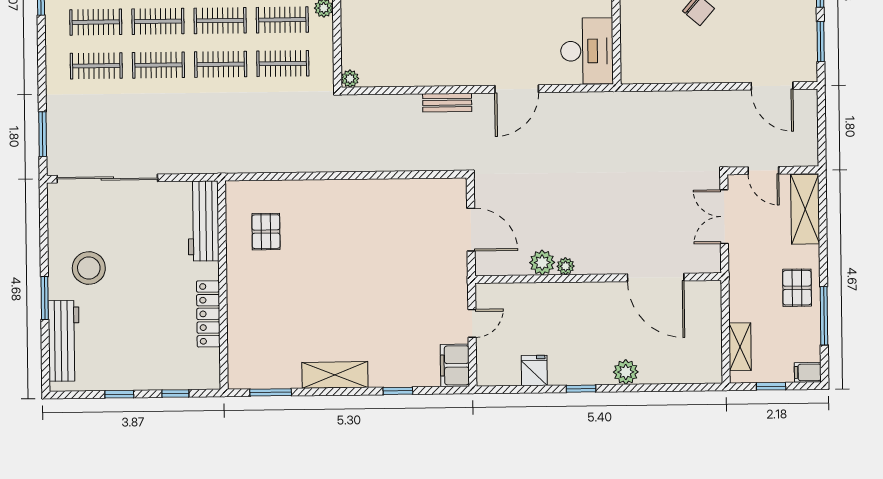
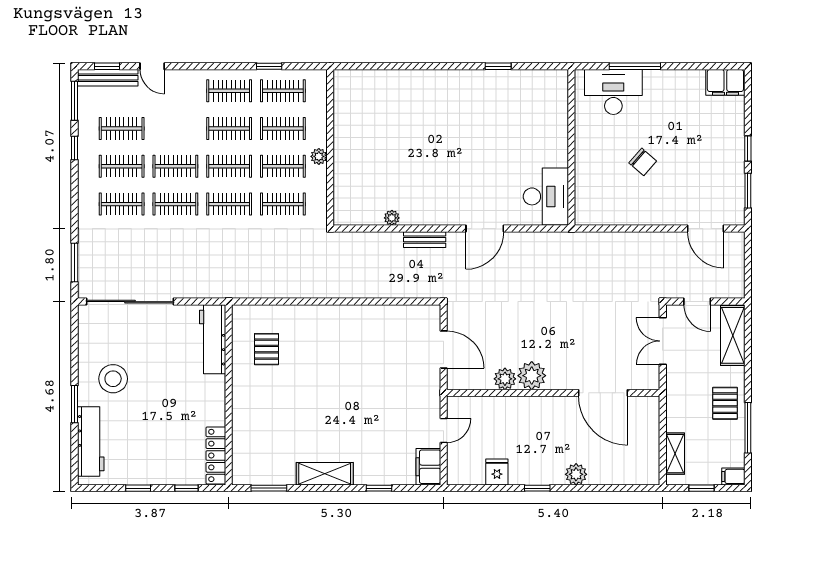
plant: (350, 79) -> (392, 218), moved
plant: (566, 266) -> (532, 376), width x1.87, depth x1.87
locker: (208, 314) -> (216, 455), moved

